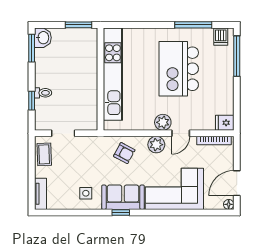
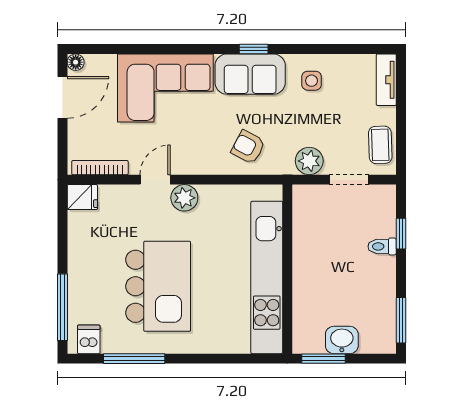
washbasin: (43, 38) -> (342, 340), moved, turned 90
plant: (156, 145) -> (309, 161), moved

